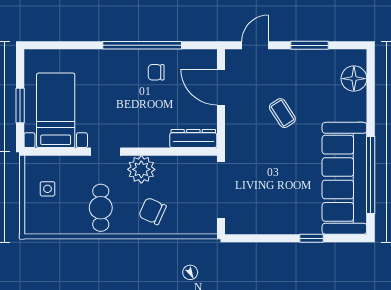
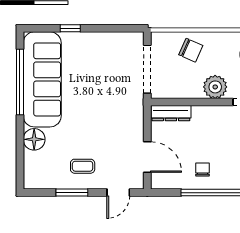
chair: (156, 72) -> (203, 170), turned -90
floor lamp: (354, 79) -> (34, 139), moved
coffee table: (282, 113) -> (83, 166), moved, turned -57
chair: (153, 211) -> (191, 50), moved

